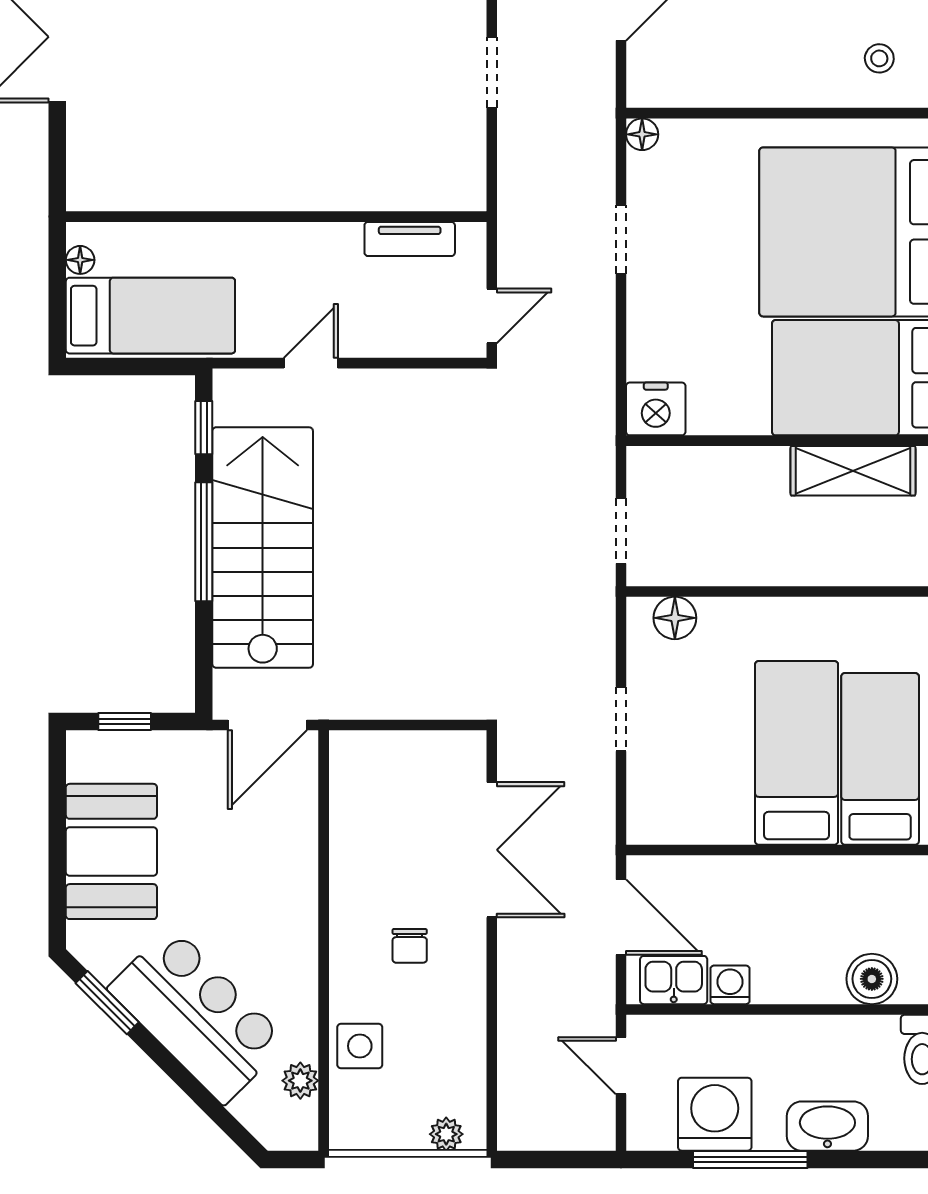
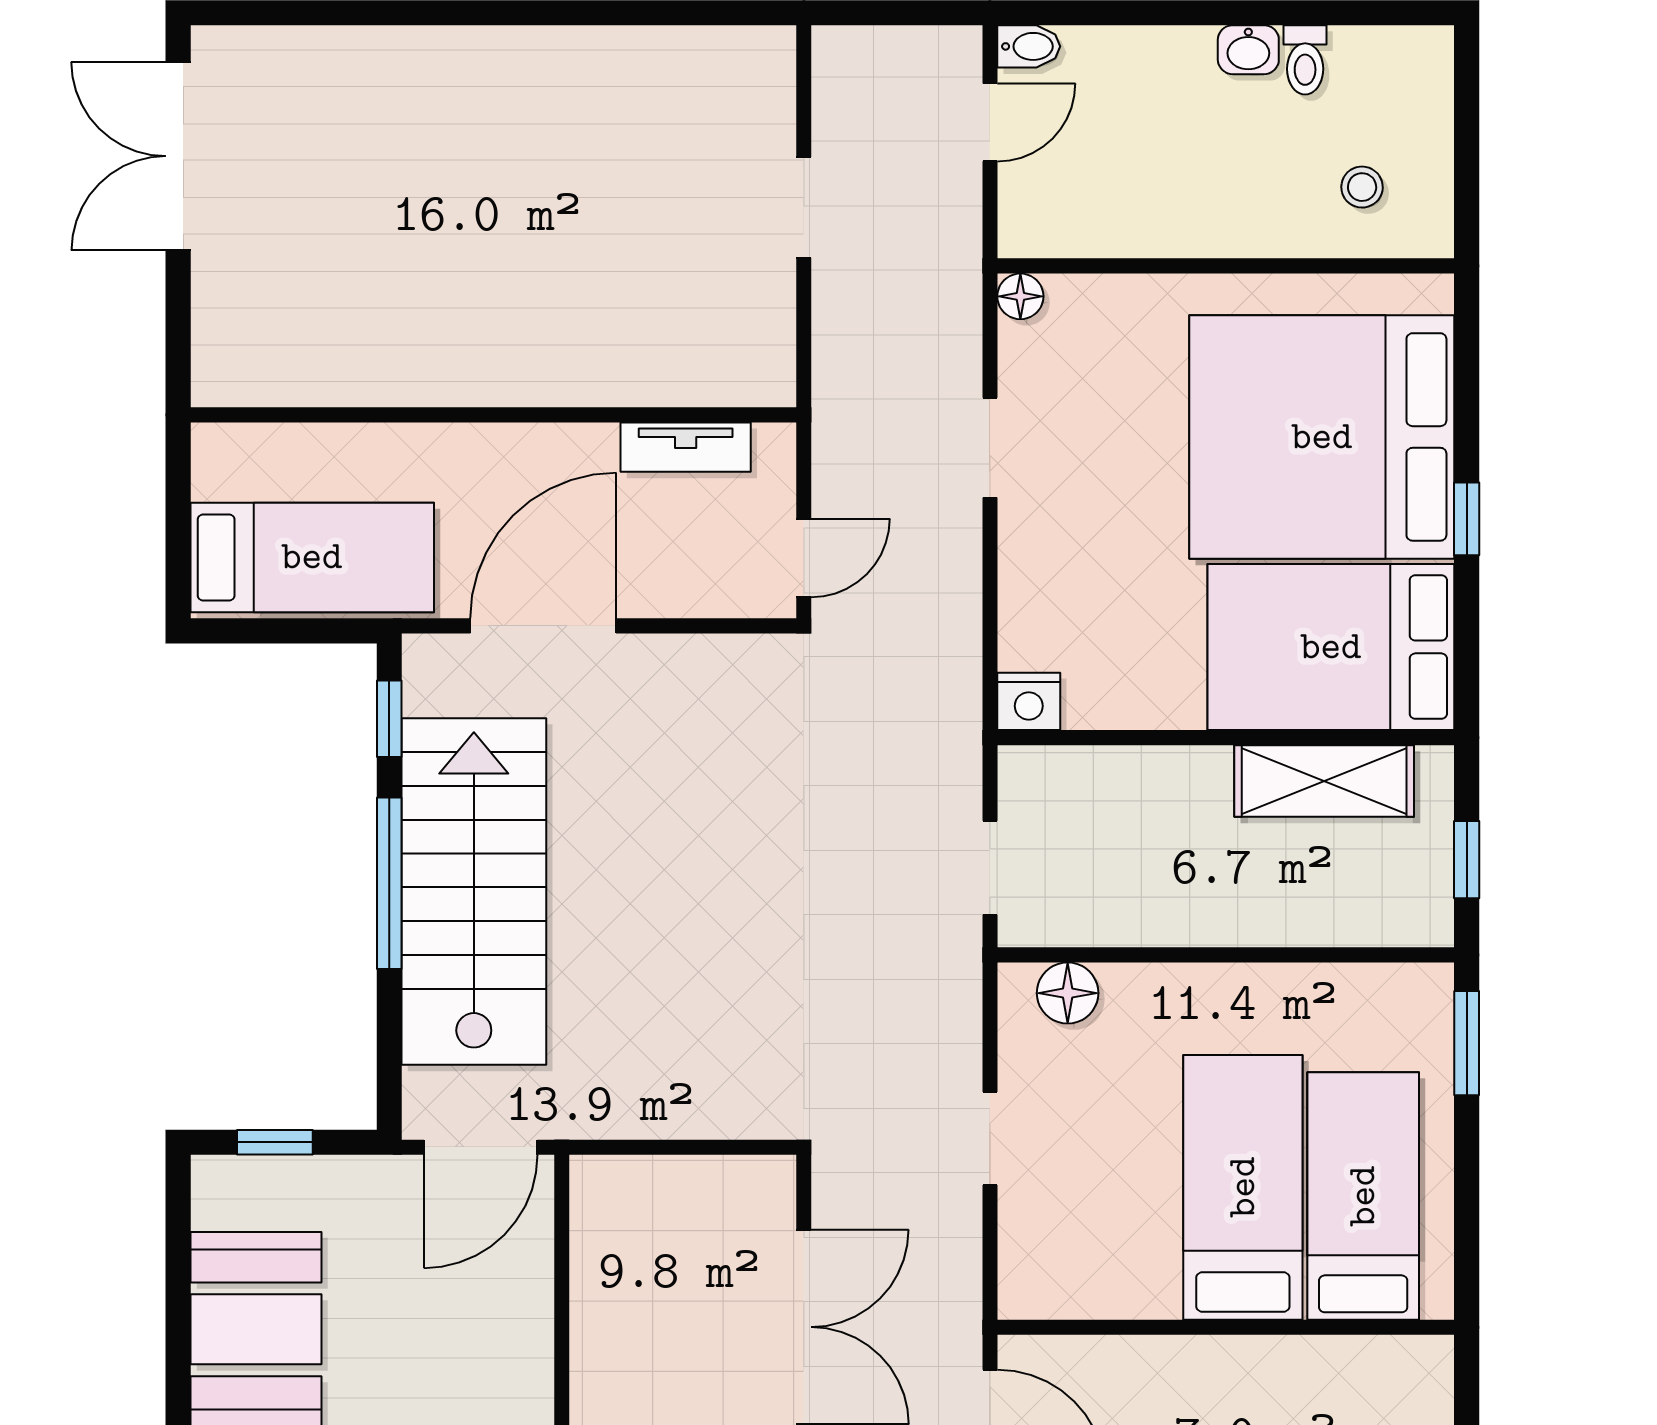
floor lamp: (80, 260) -> (211, 477), removed
door: (311, 363) -> (543, 626), width x1.88
nightstand: (656, 409) -> (1029, 701), width x0.74, depth x0.75

